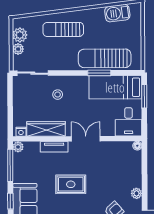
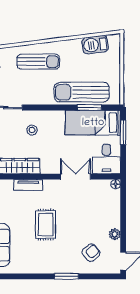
sun lounger: (63, 29) -> (38, 62), turned 180
window: (99, 73) -> (89, 107), moved
double door: (86, 139) -> (76, 177), moved
rug: (71, 184) -> (46, 225), turned 90

